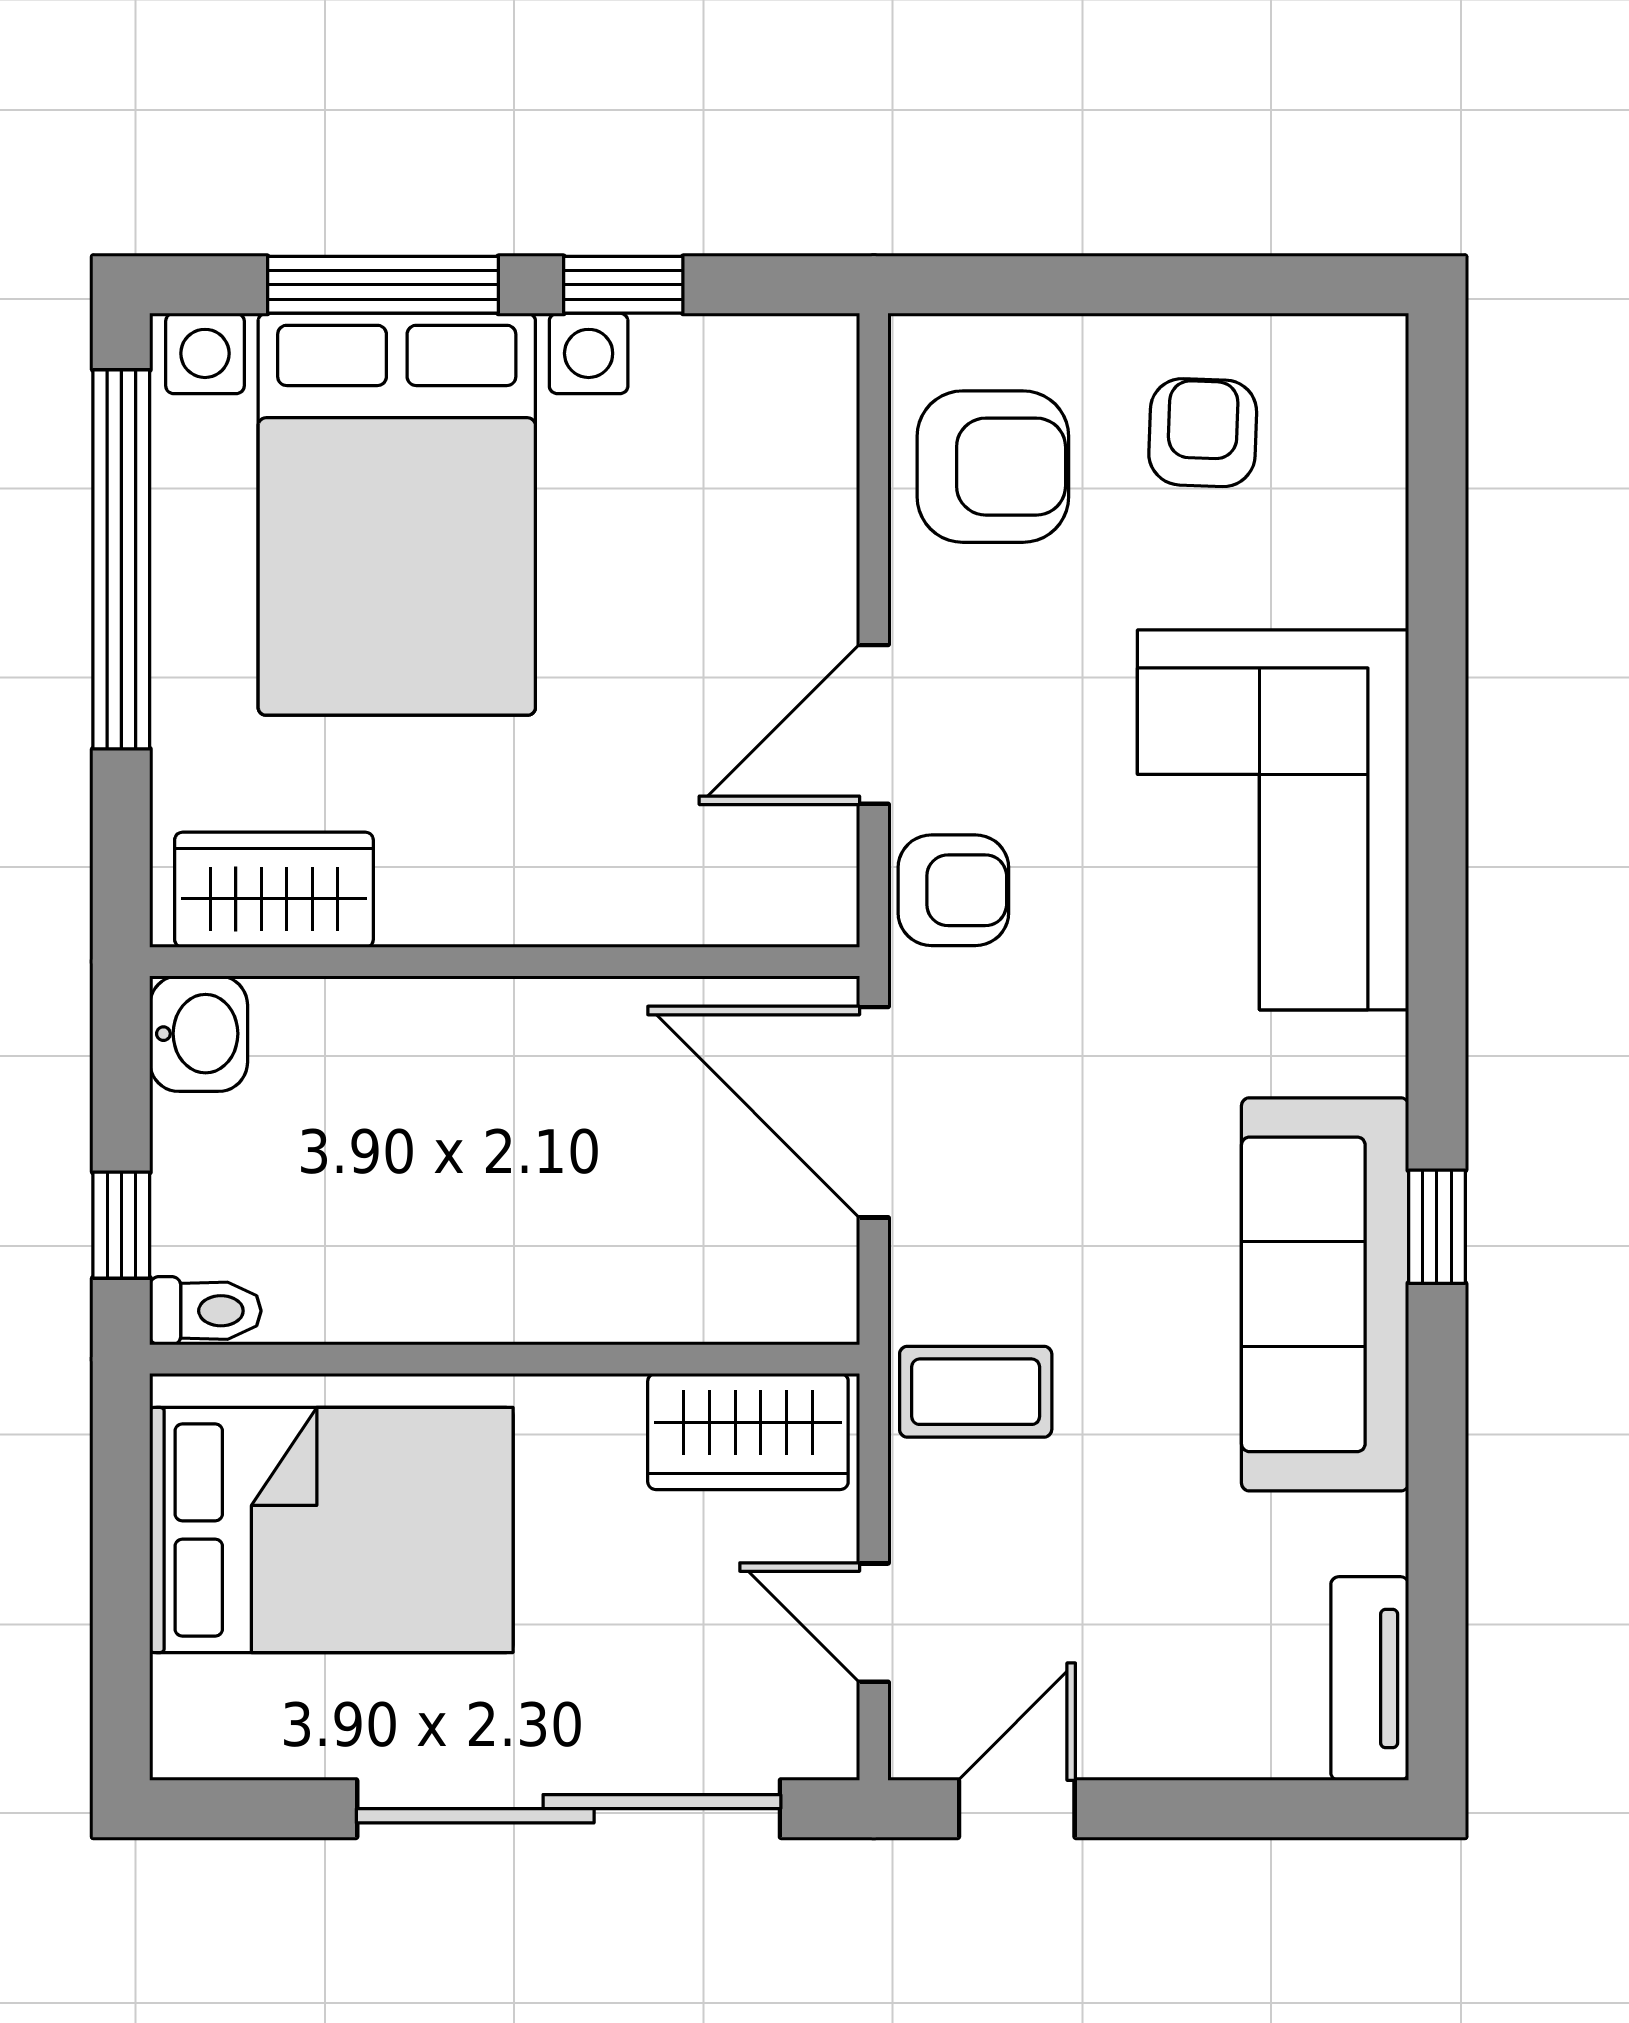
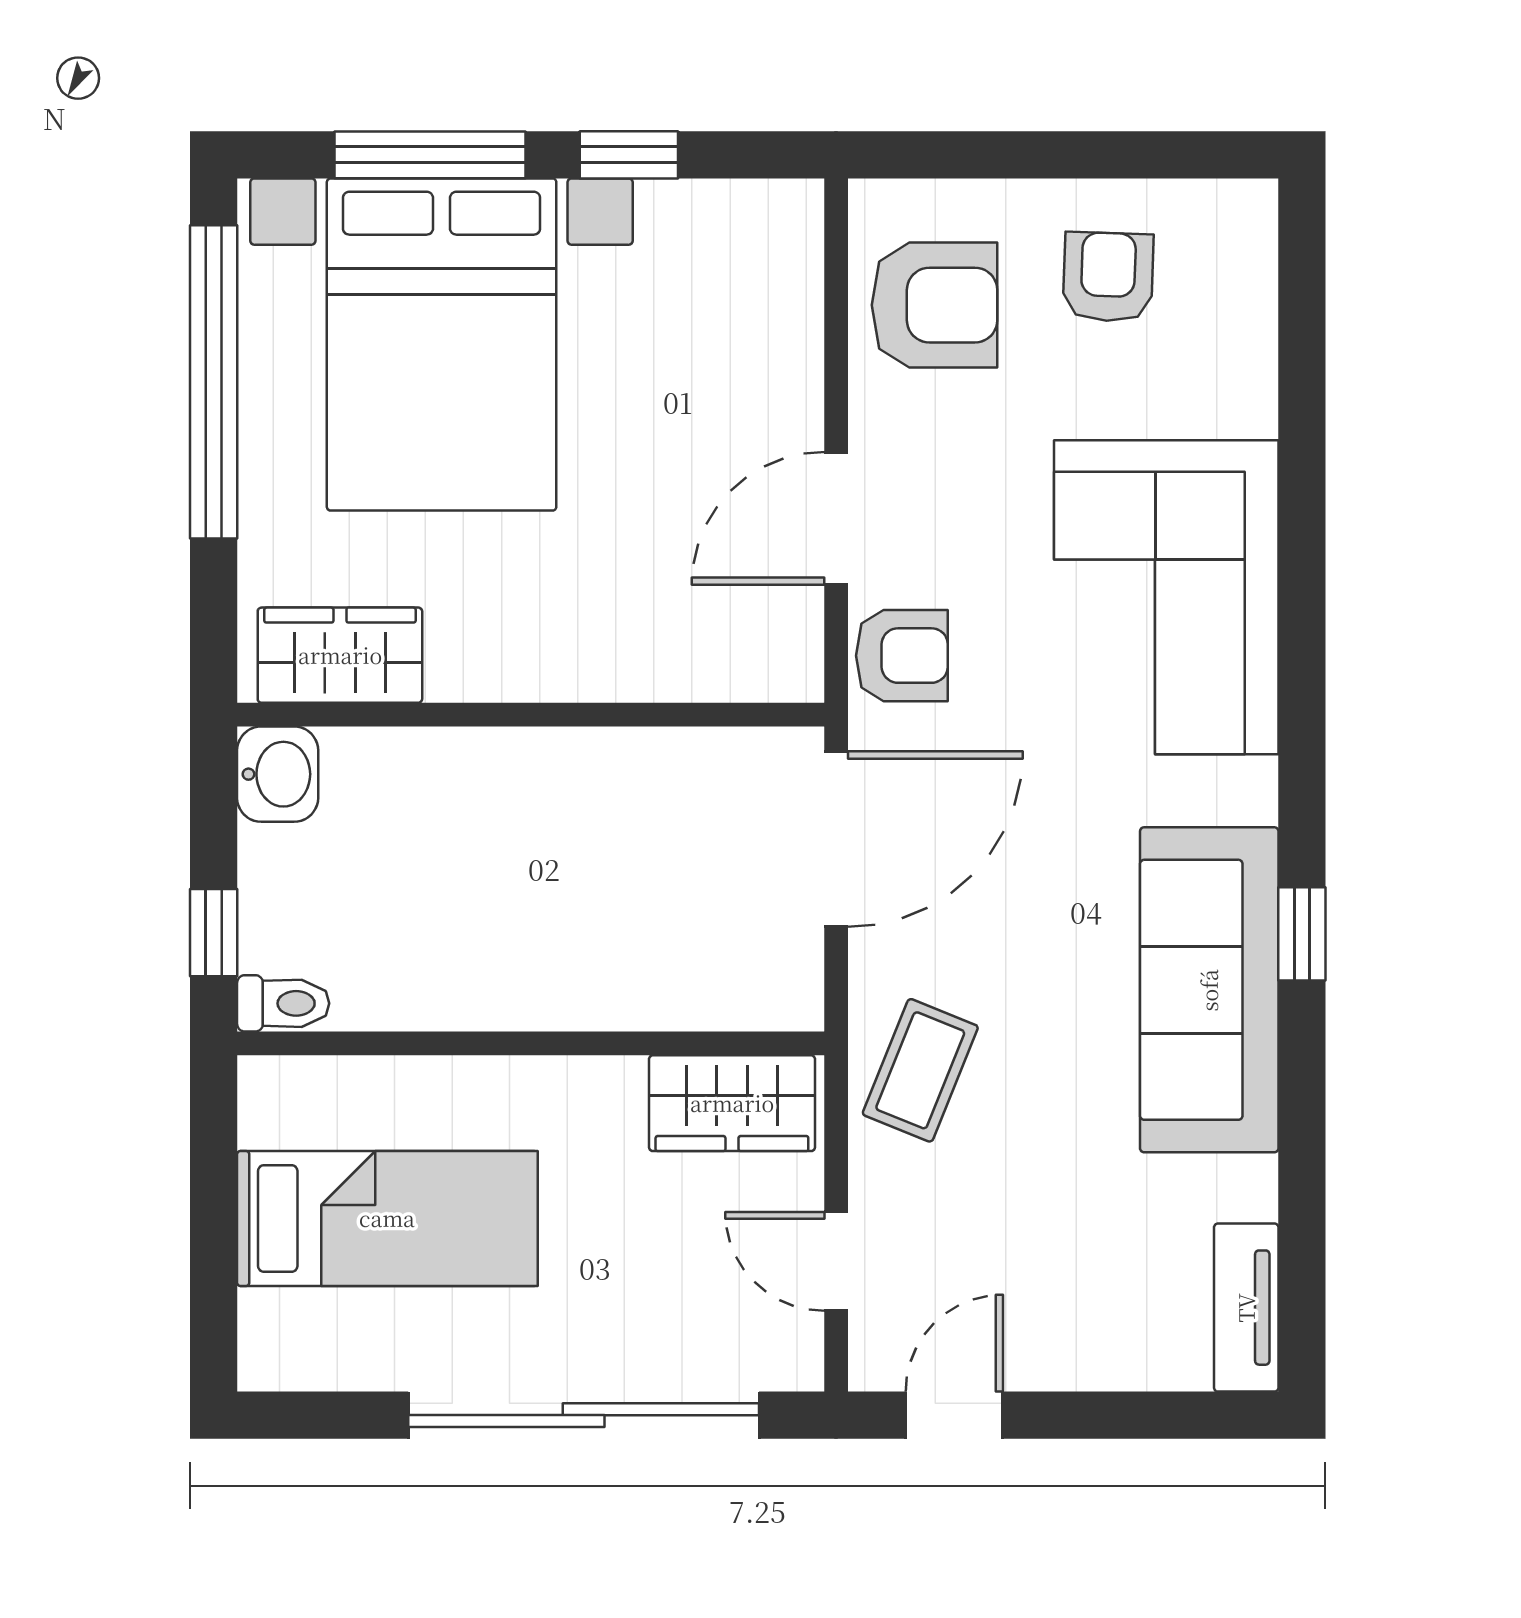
door: (874, 1112) -> (836, 839), swing flipped
coffee table: (976, 1392) -> (920, 1070), turned -68
bed: (331, 1530) -> (387, 1218), width x0.67

